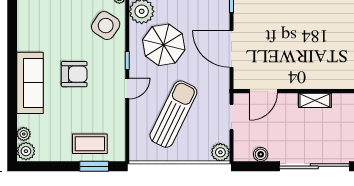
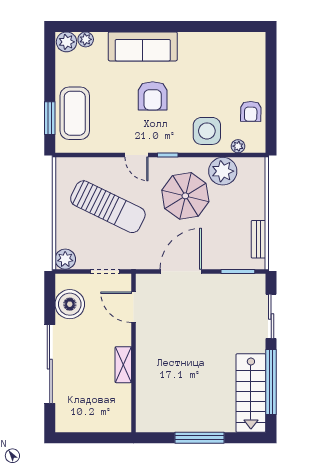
side table: (106, 26) -> (207, 131), turned -33
coffee table: (90, 144) -> (75, 113), width x1.36, depth x1.32
boiler: (261, 154) -> (70, 304), width x1.86, depth x1.86

